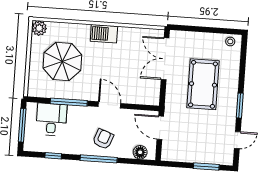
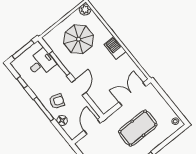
floor lamp: (140, 152) -> (62, 120), moved

